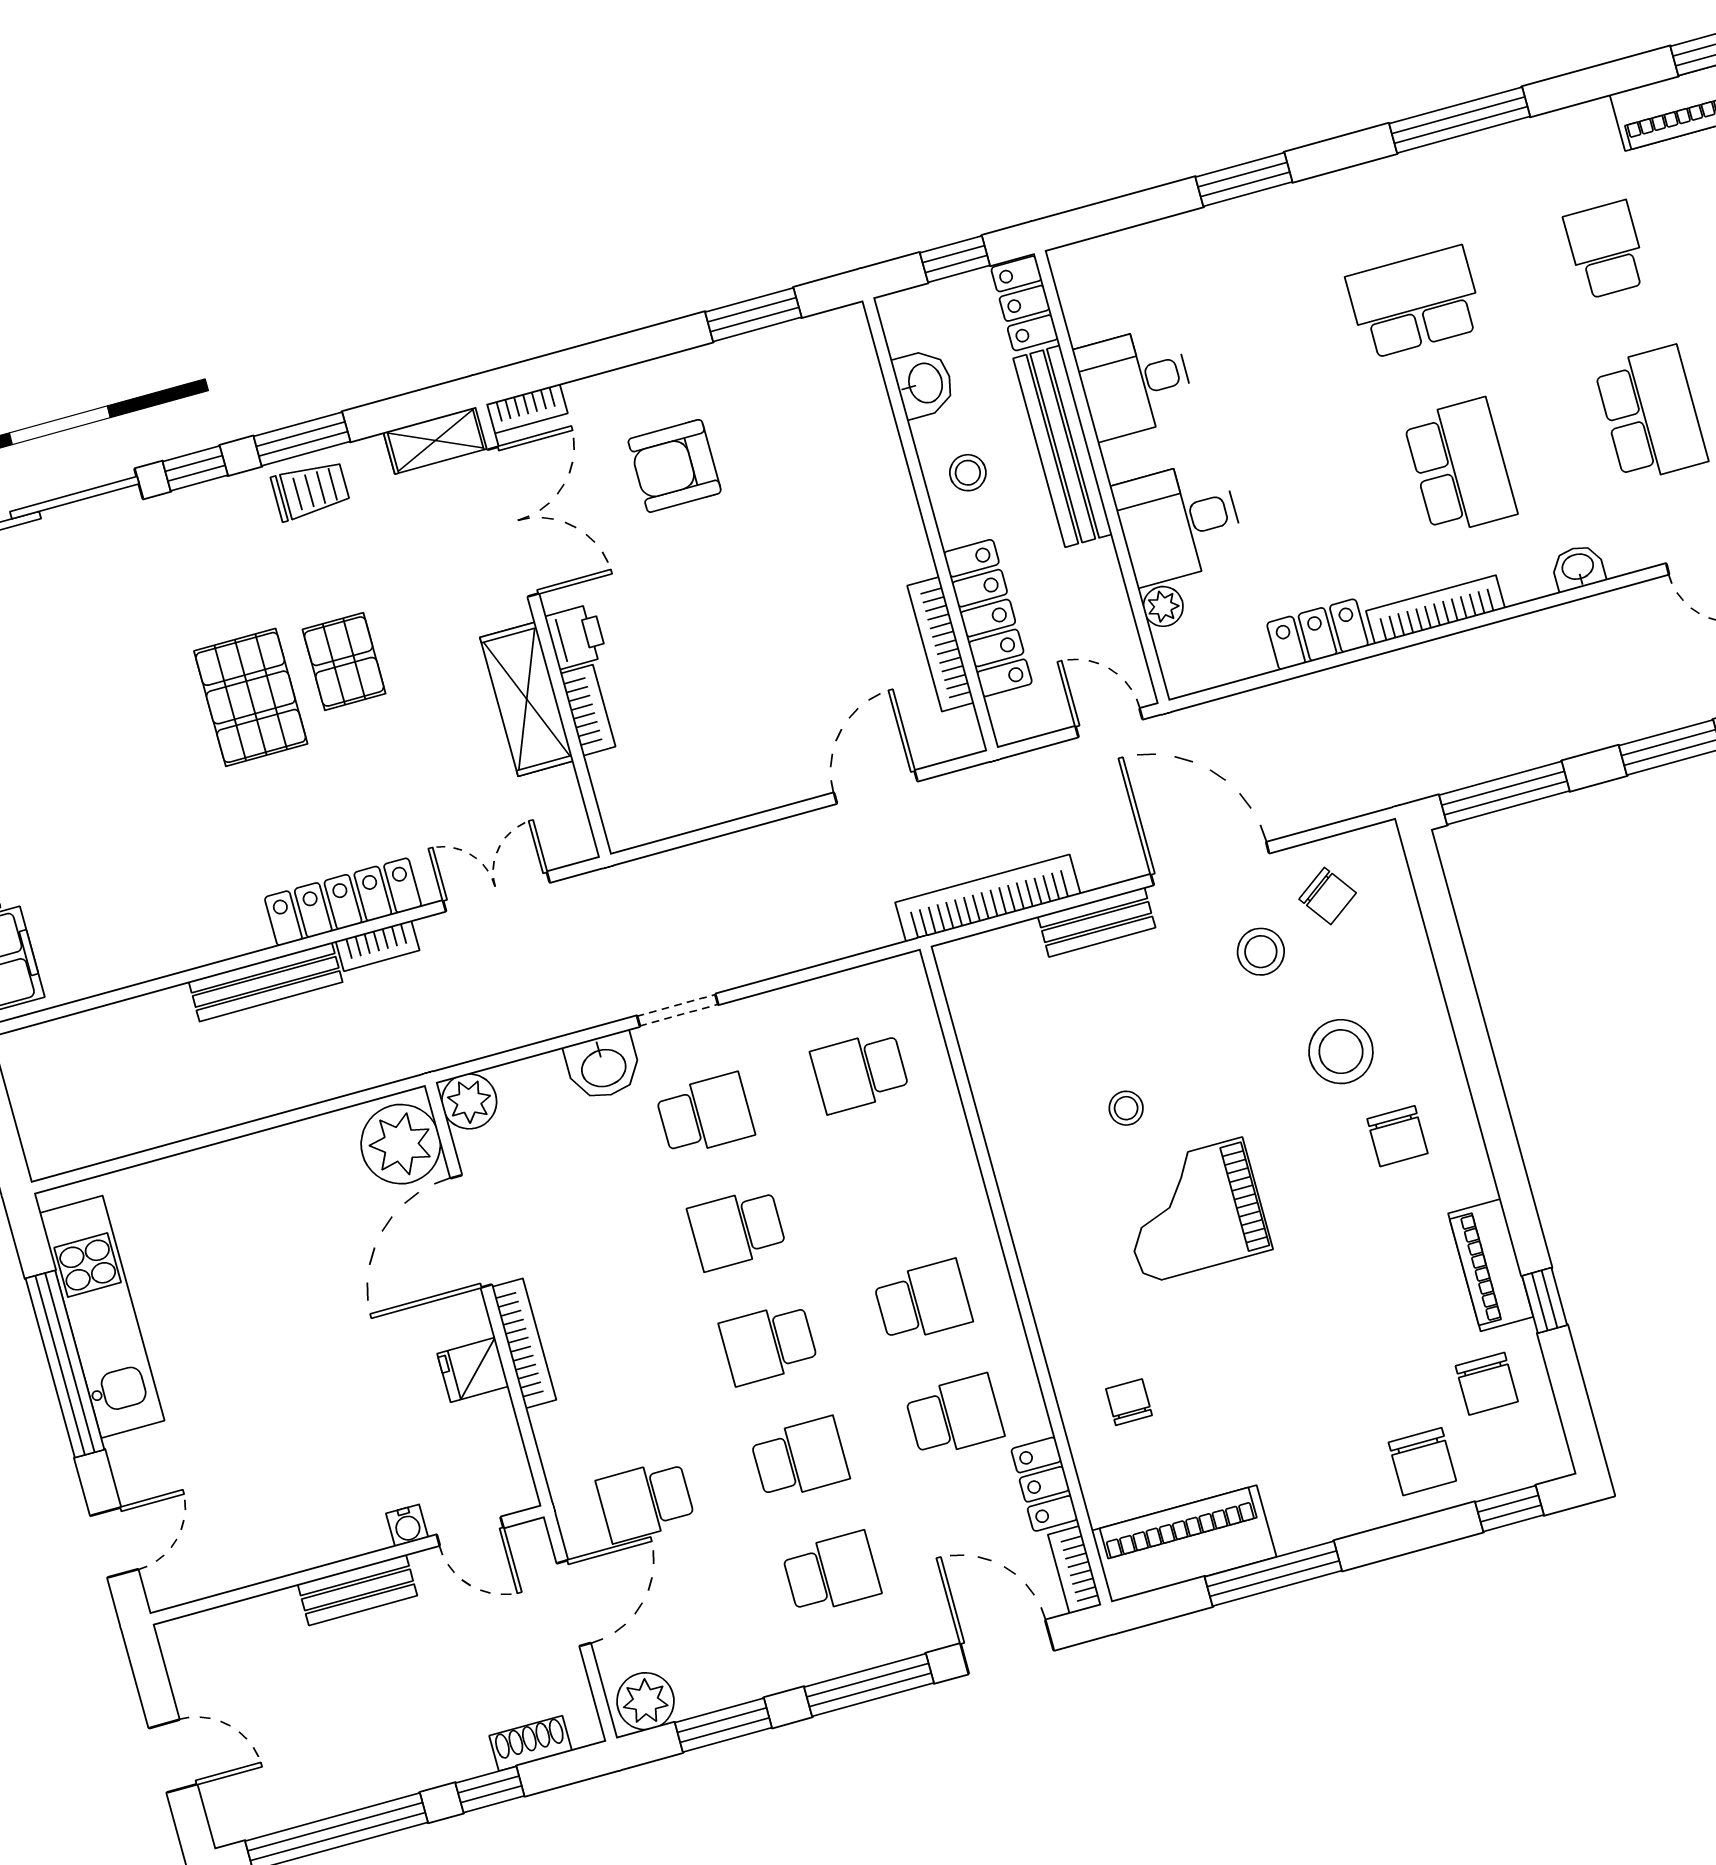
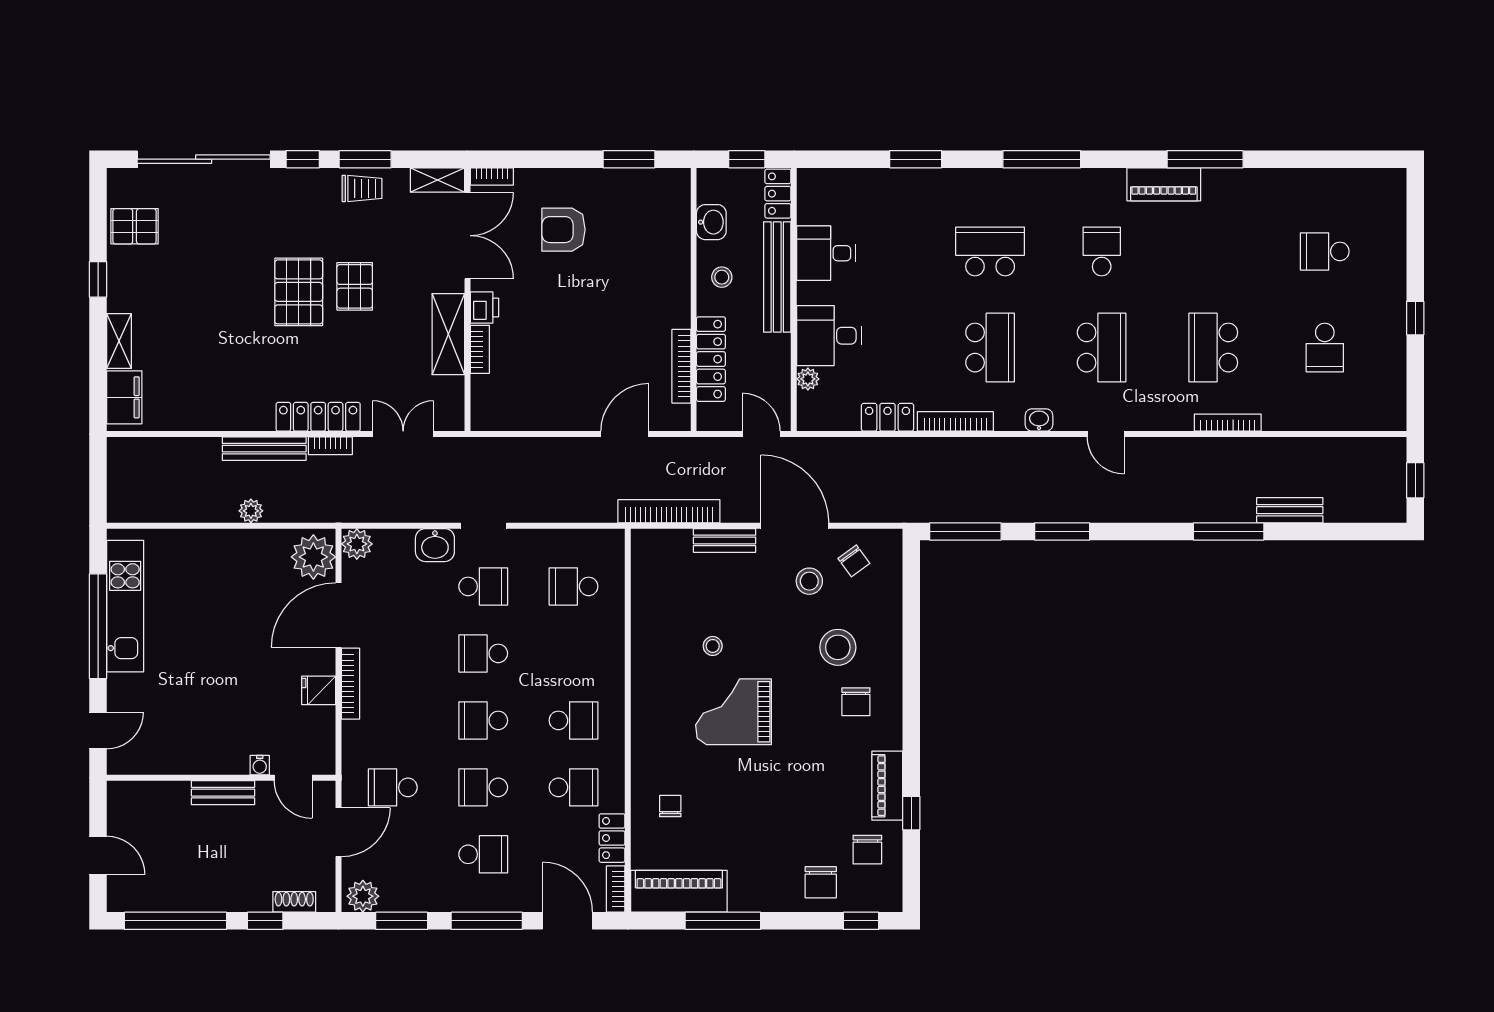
plant: (272, 1095) -> (251, 511), added
school desk: (800, 1458) -> (483, 787), turned 180

